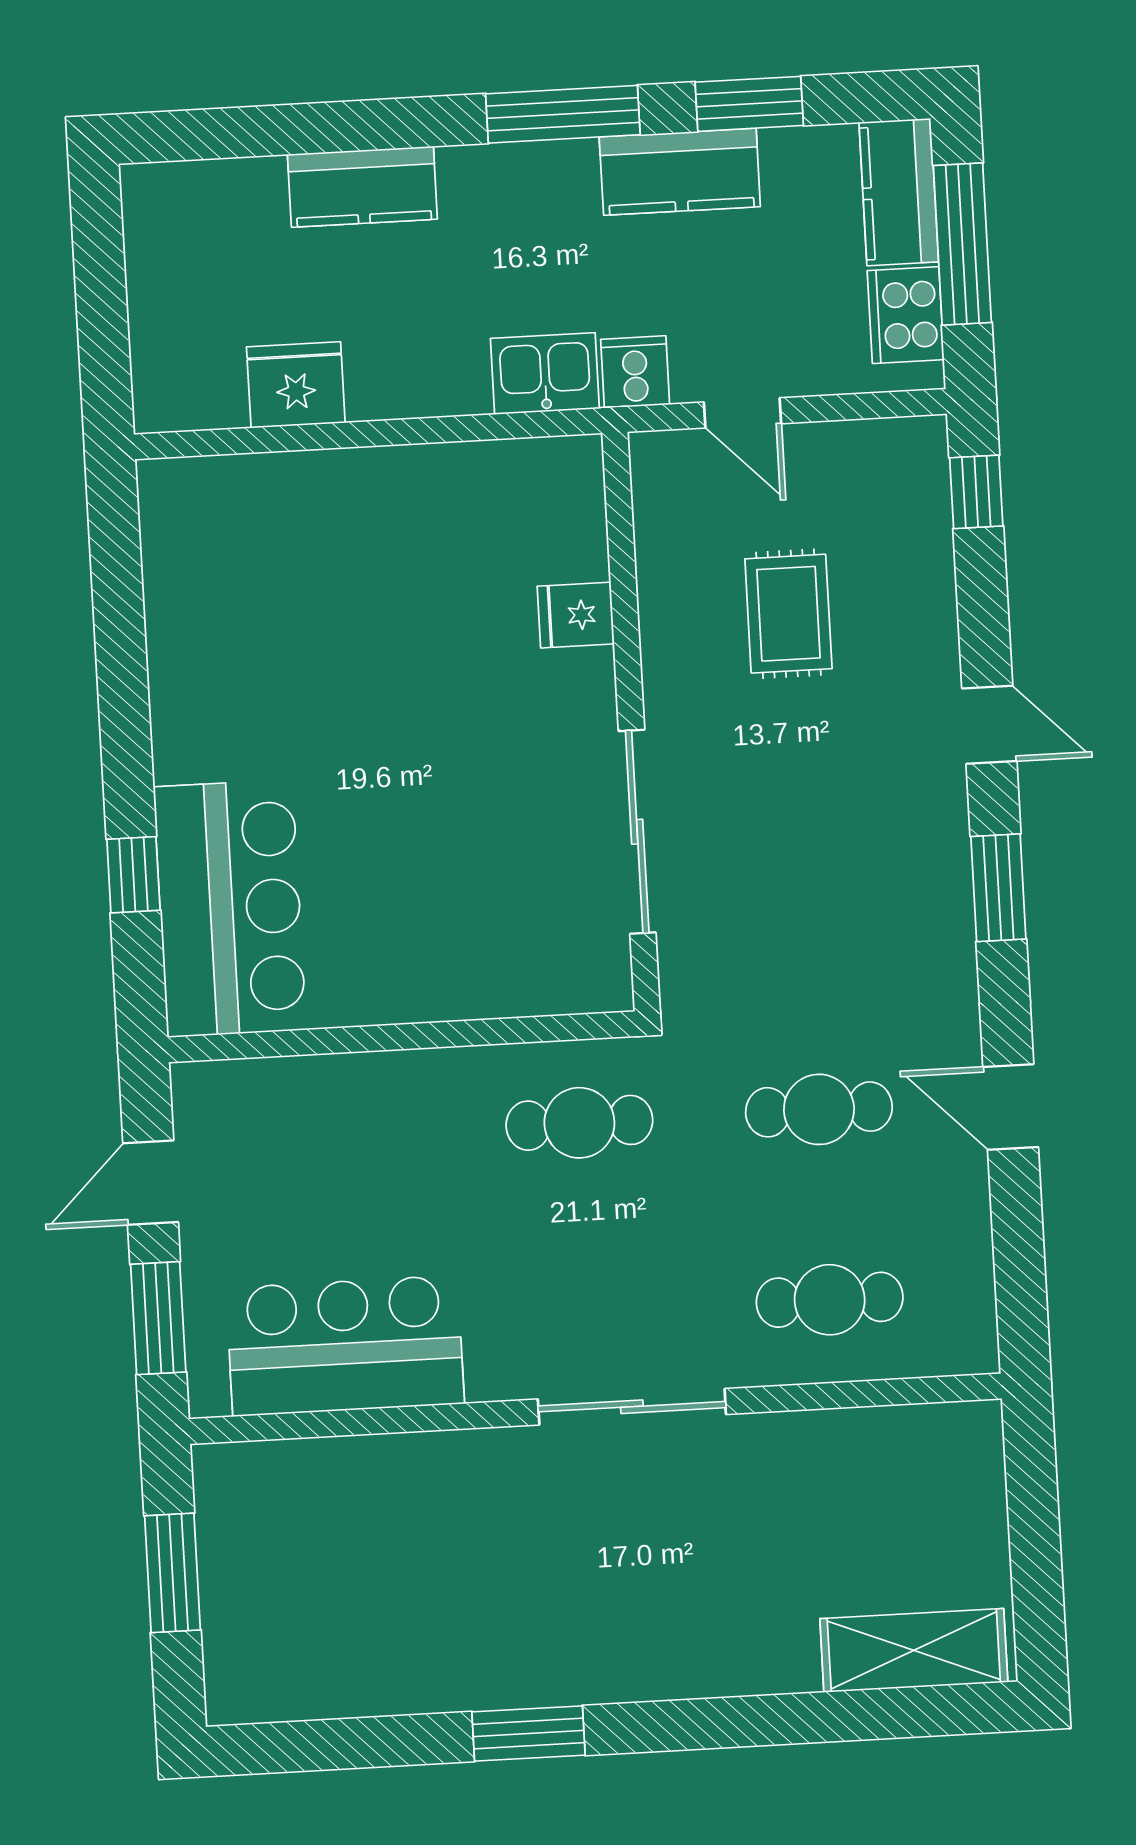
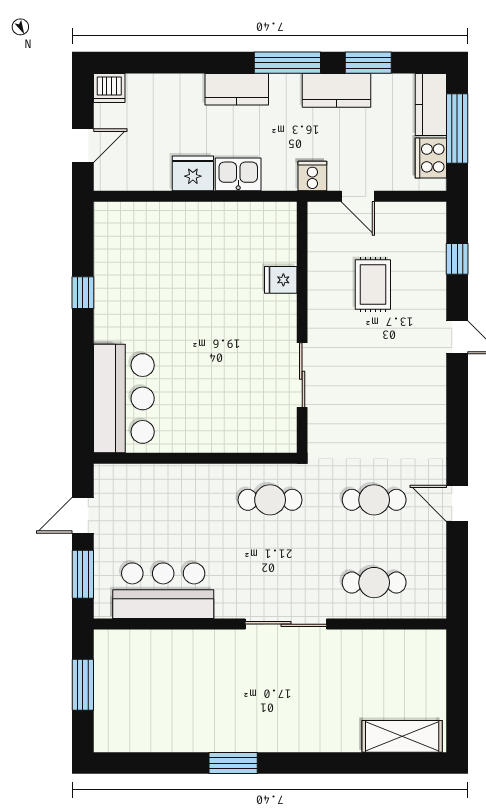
kitchen counter: (362, 187) -> (237, 89), moved
dishwasher: (156, 195) -> (109, 88), added
door: (103, 332) -> (83, 146), added
kitchen sink: (545, 373) -> (238, 174), moved
fridge: (296, 385) -> (193, 173), moved
window: (976, 492) -> (457, 259), moved
sliding door: (637, 832) -> (302, 375), width x0.73
window: (133, 875) -> (83, 293), moved
window: (998, 888) -> (457, 408), removed

